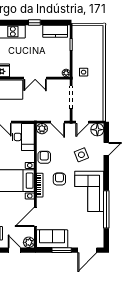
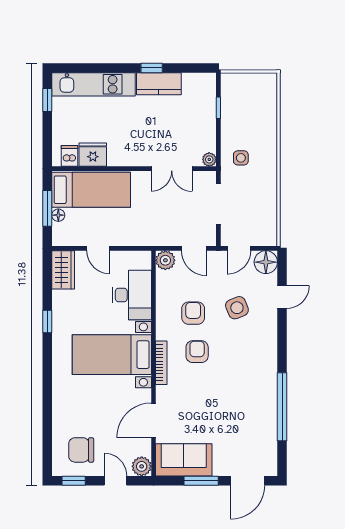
kitchen counter: (55, 31) -> (159, 84), moved
double door: (35, 78) -> (172, 169), moved
desk: (23, 137) -> (132, 295), moved
armchair: (44, 157) -> (193, 313), moved
corner sofa: (89, 191) -> (251, 374), removed

